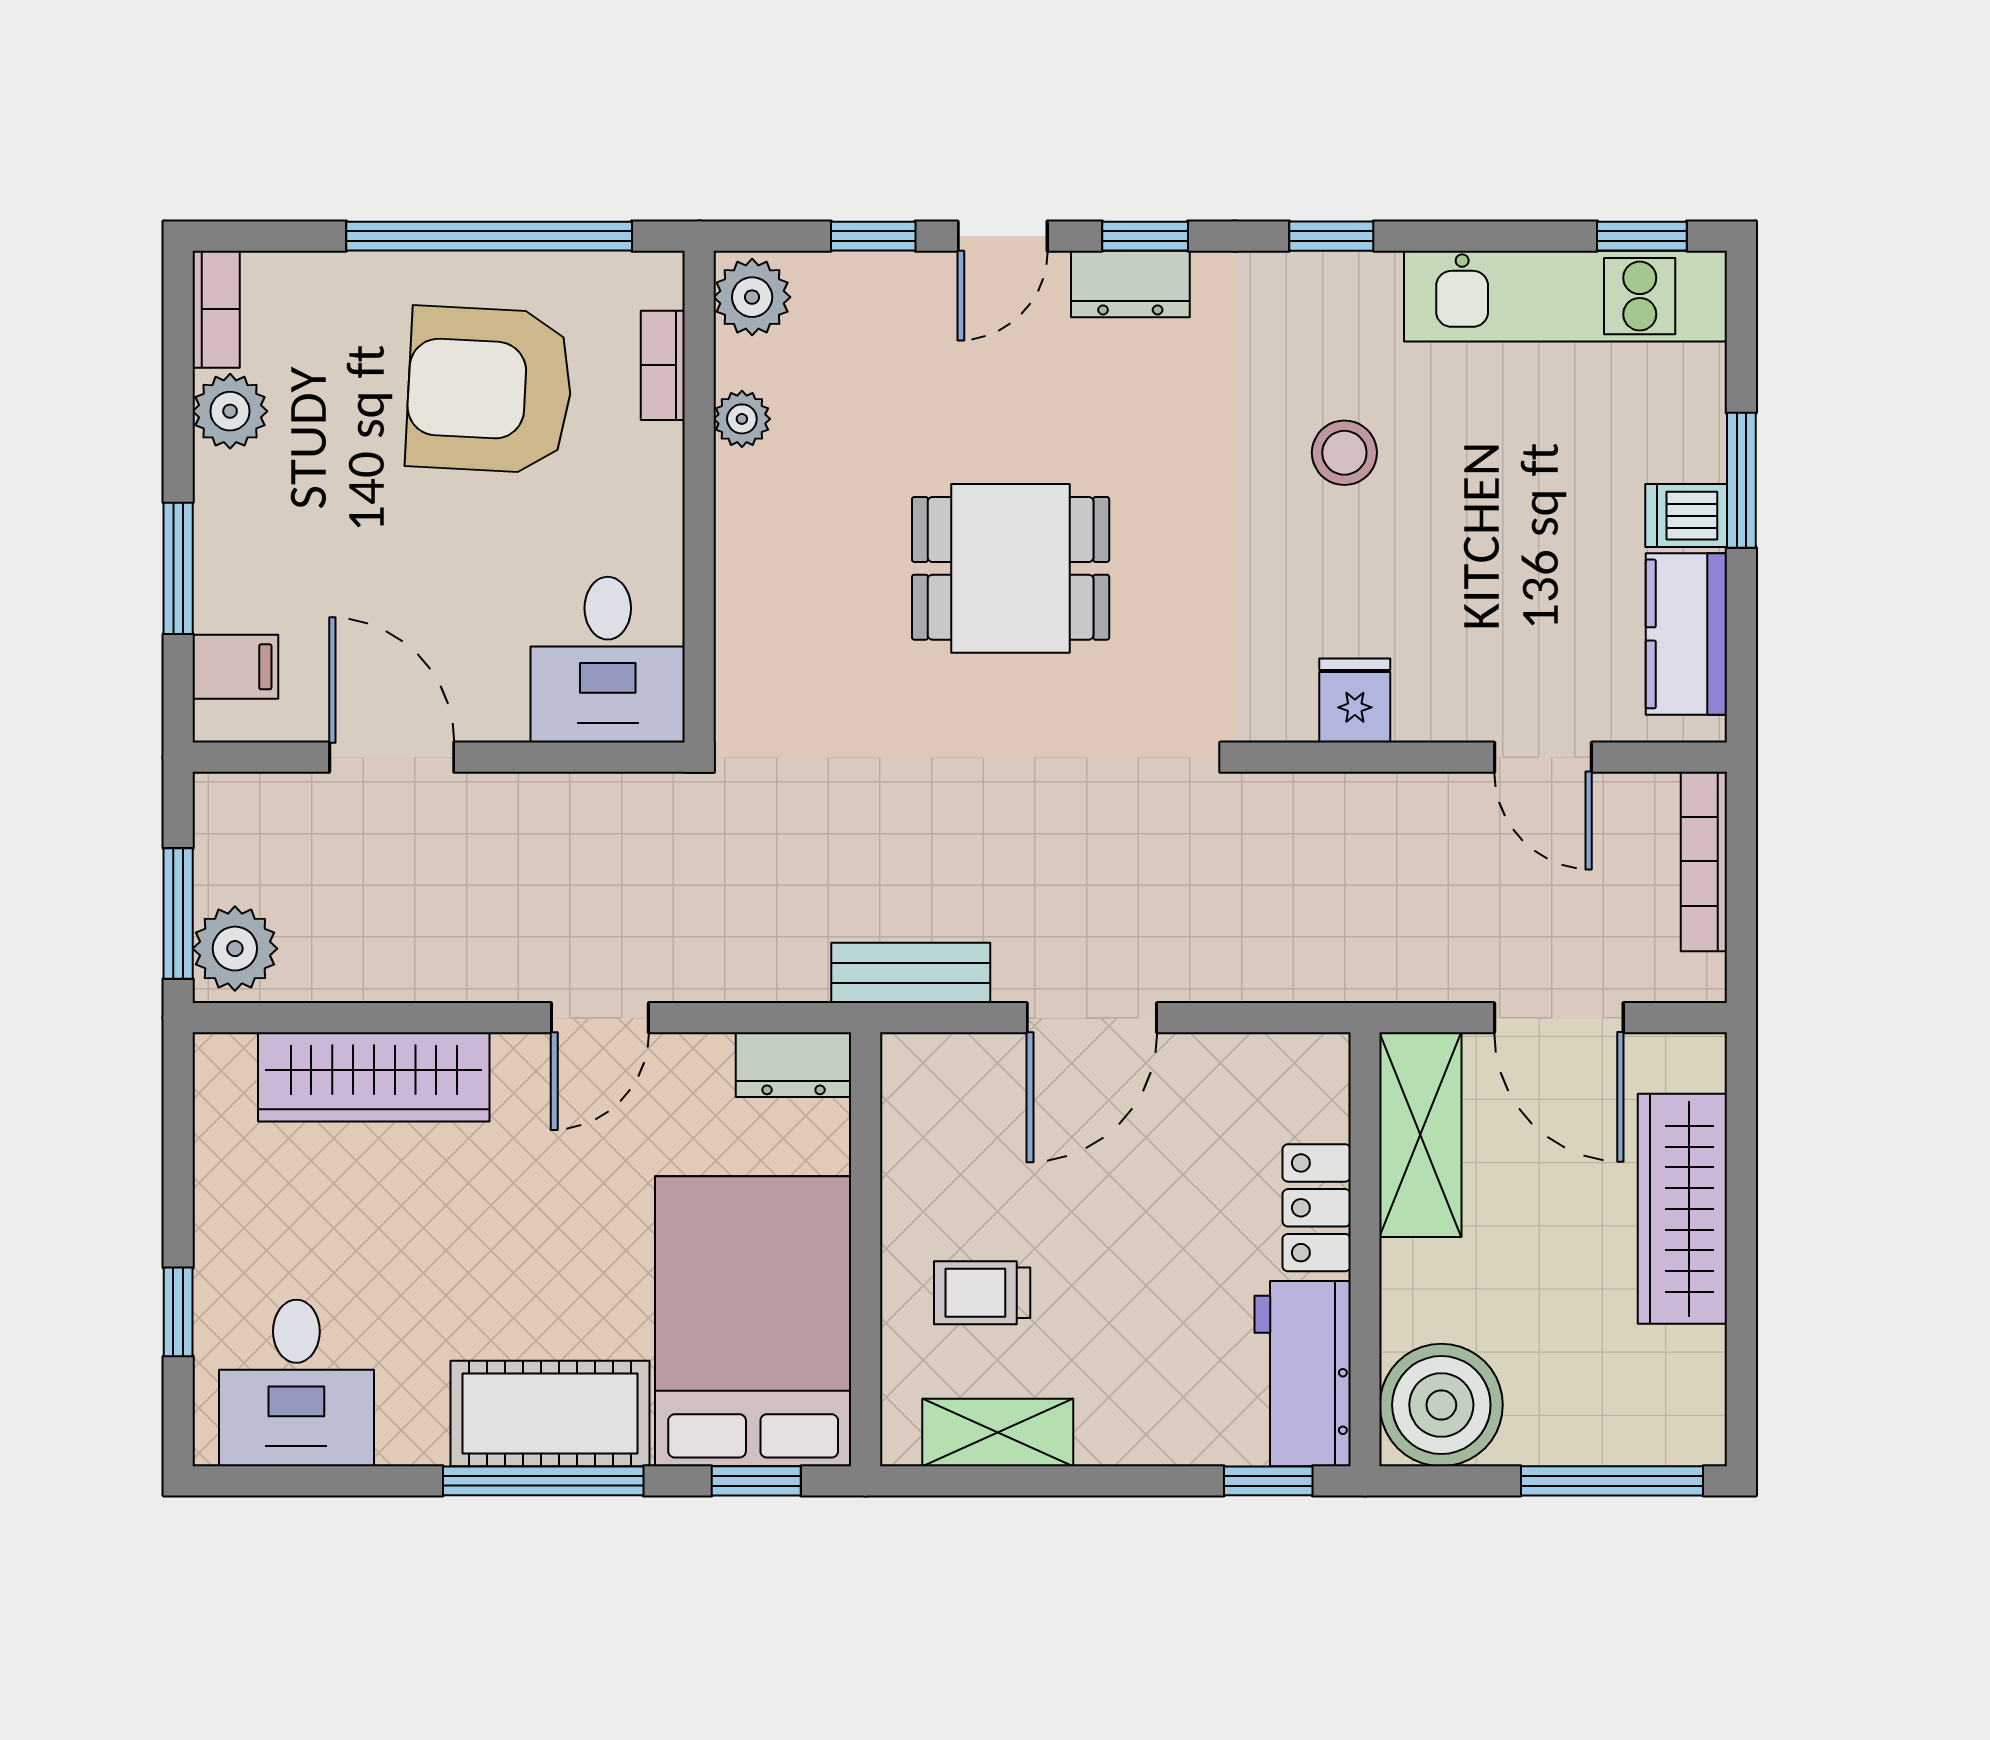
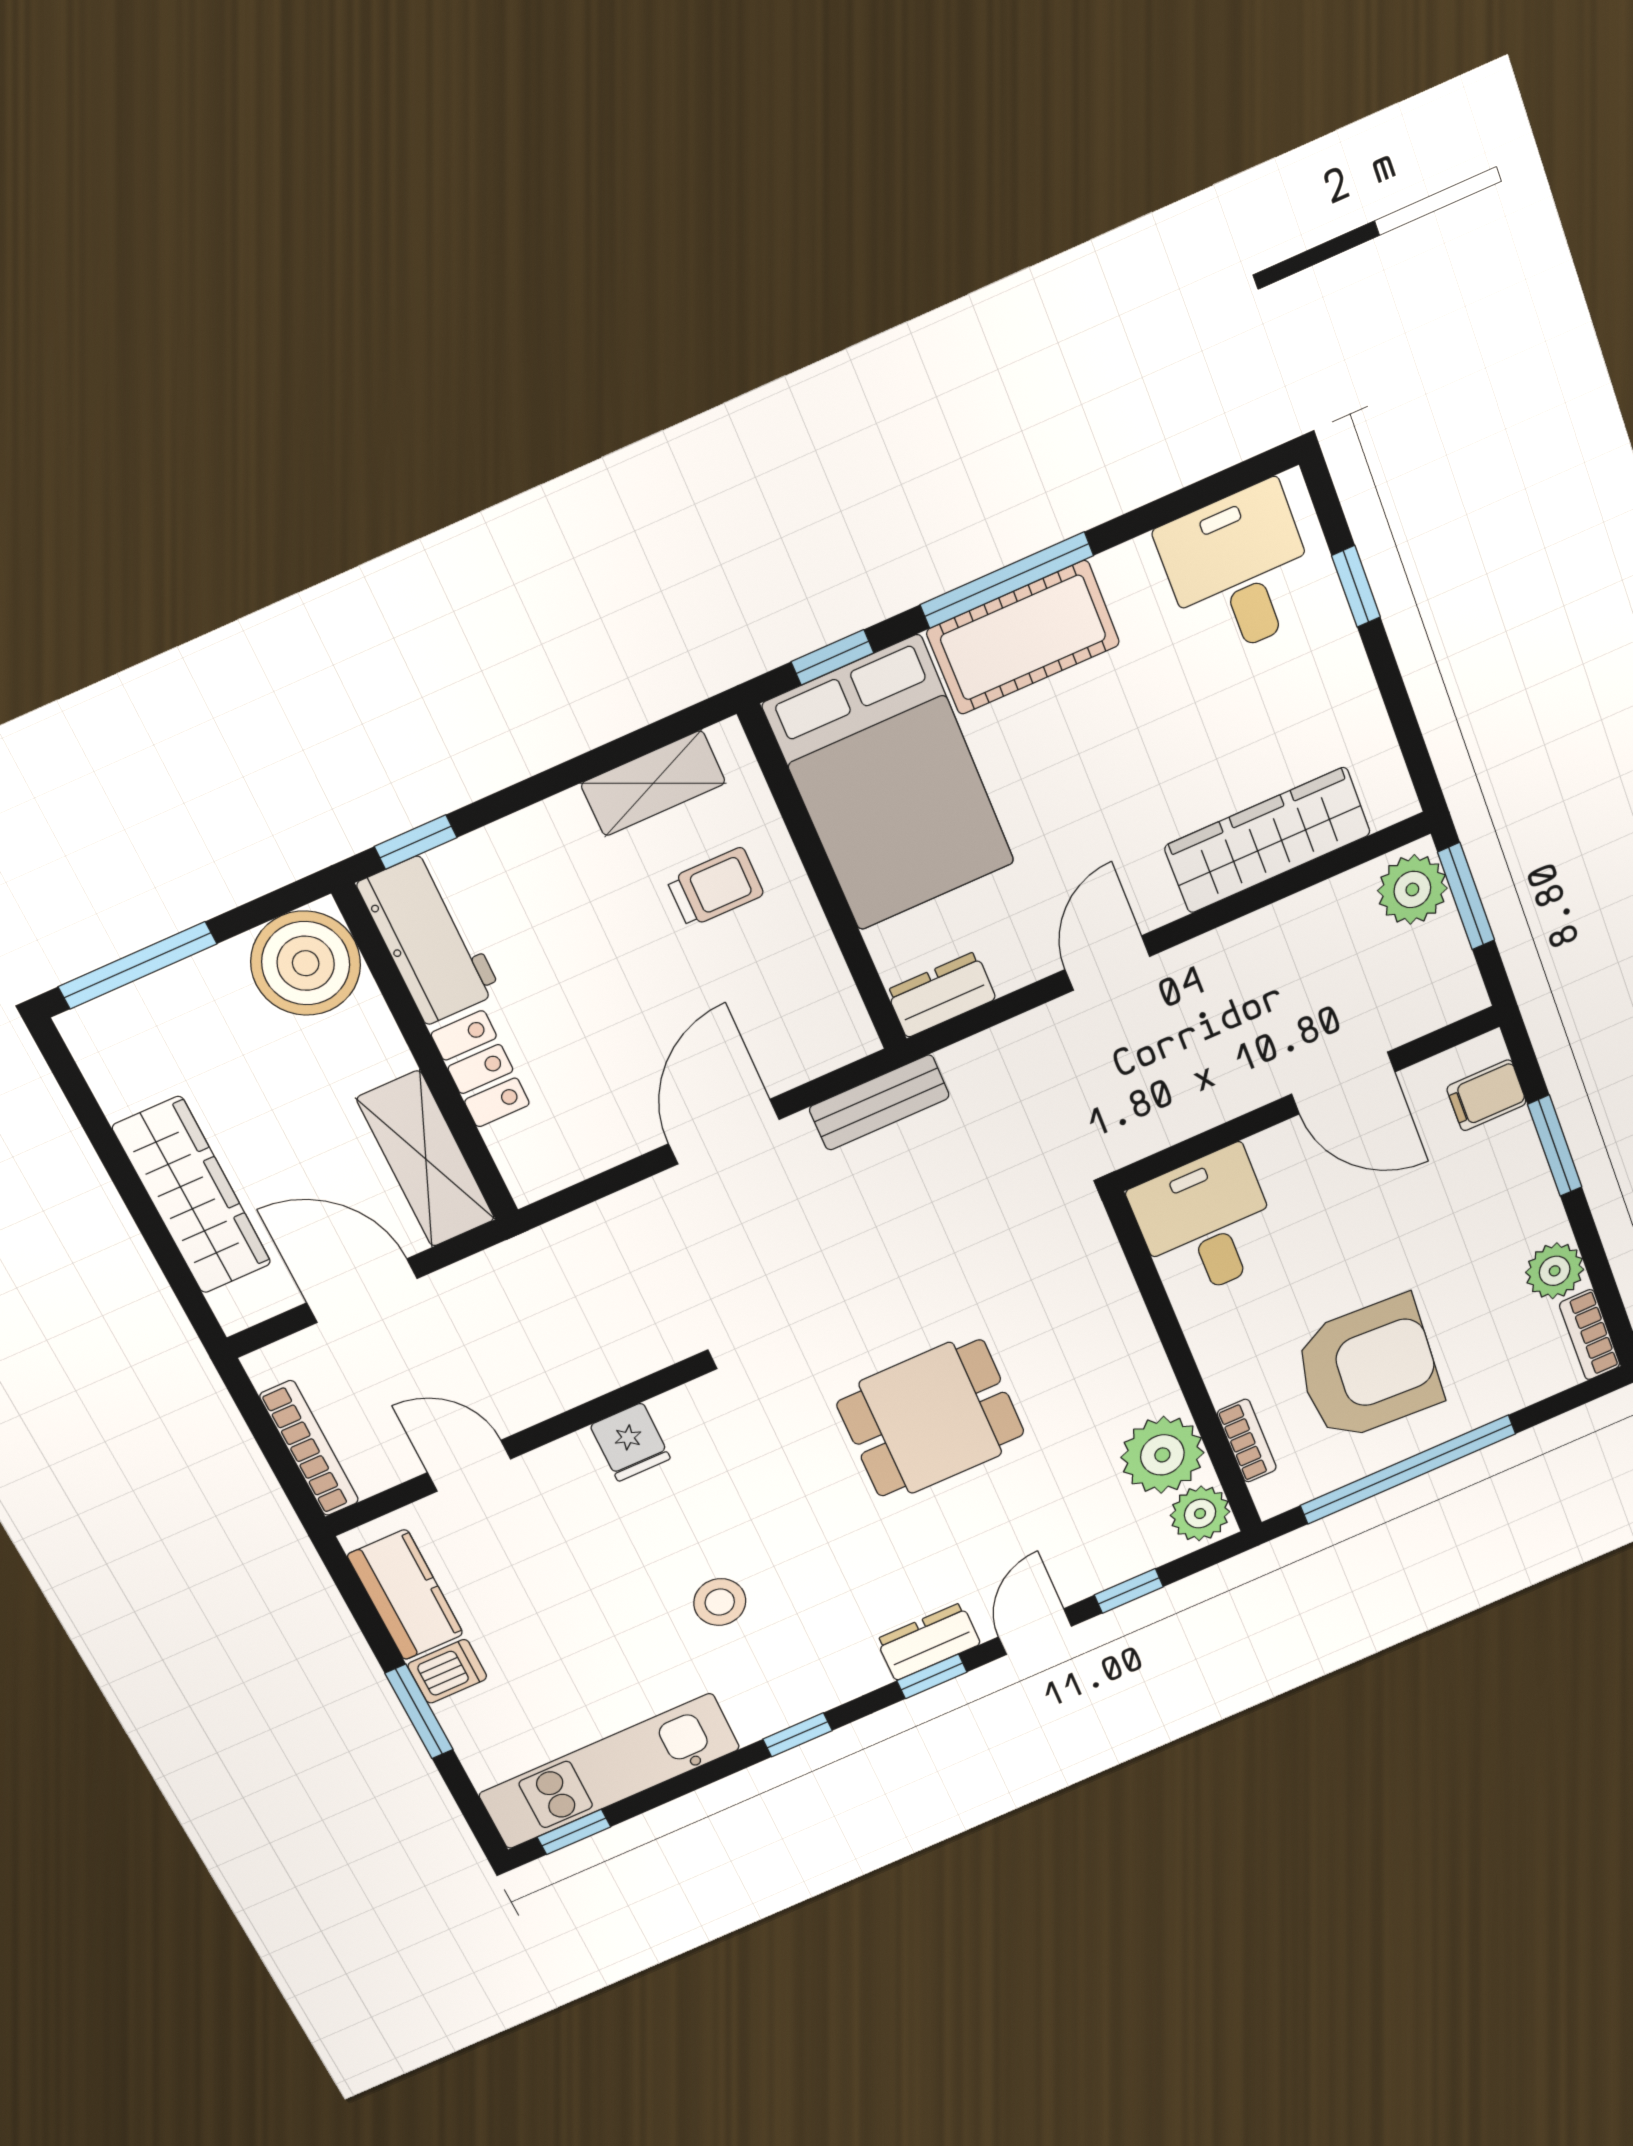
plant: (742, 419) -> (1162, 1455), width x1.88, depth x1.88

